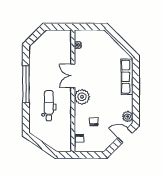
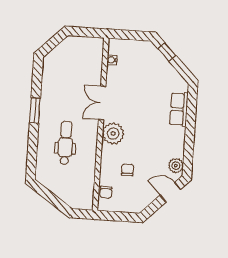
window: (116, 37) -> (167, 52), added
row of seats: (127, 77) -> (179, 109), width x0.68
window: (26, 84) -> (35, 110), width x0.47

